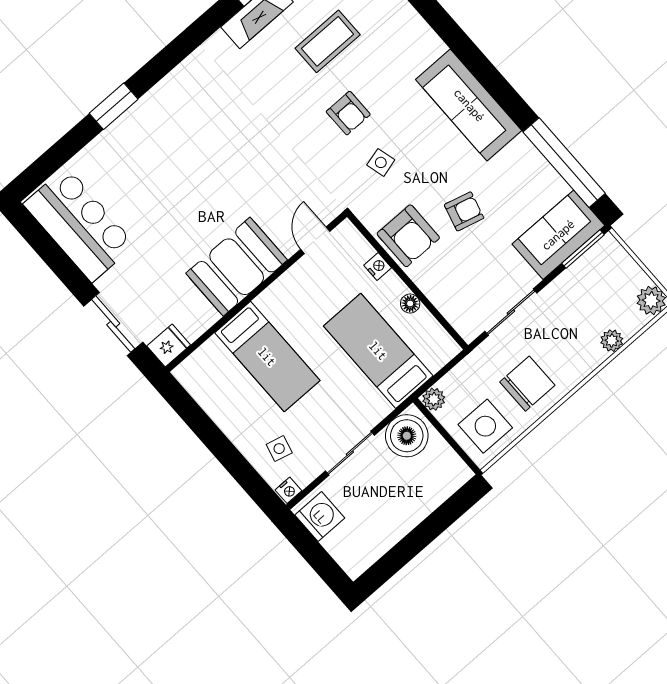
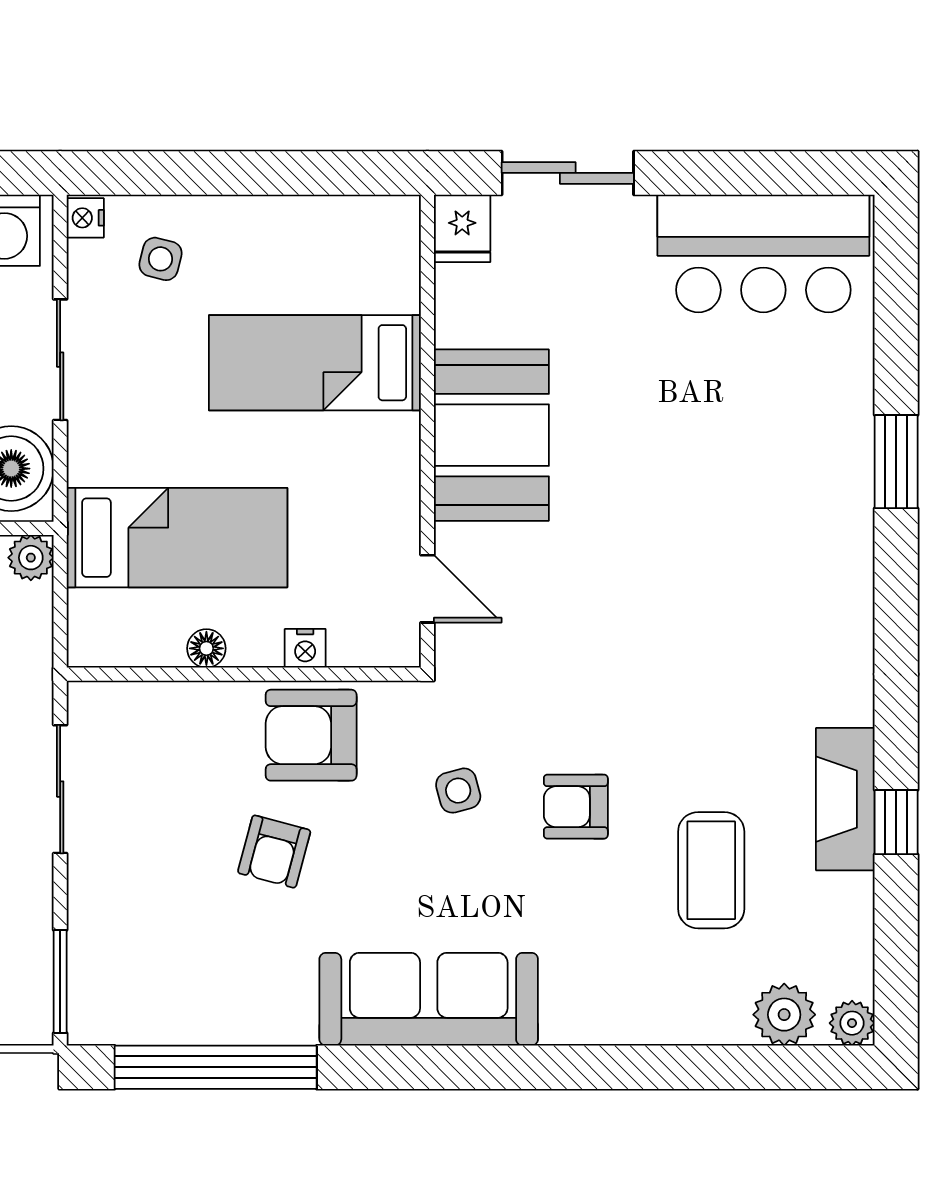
sofa: (558, 235) -> (114, 963), removed

